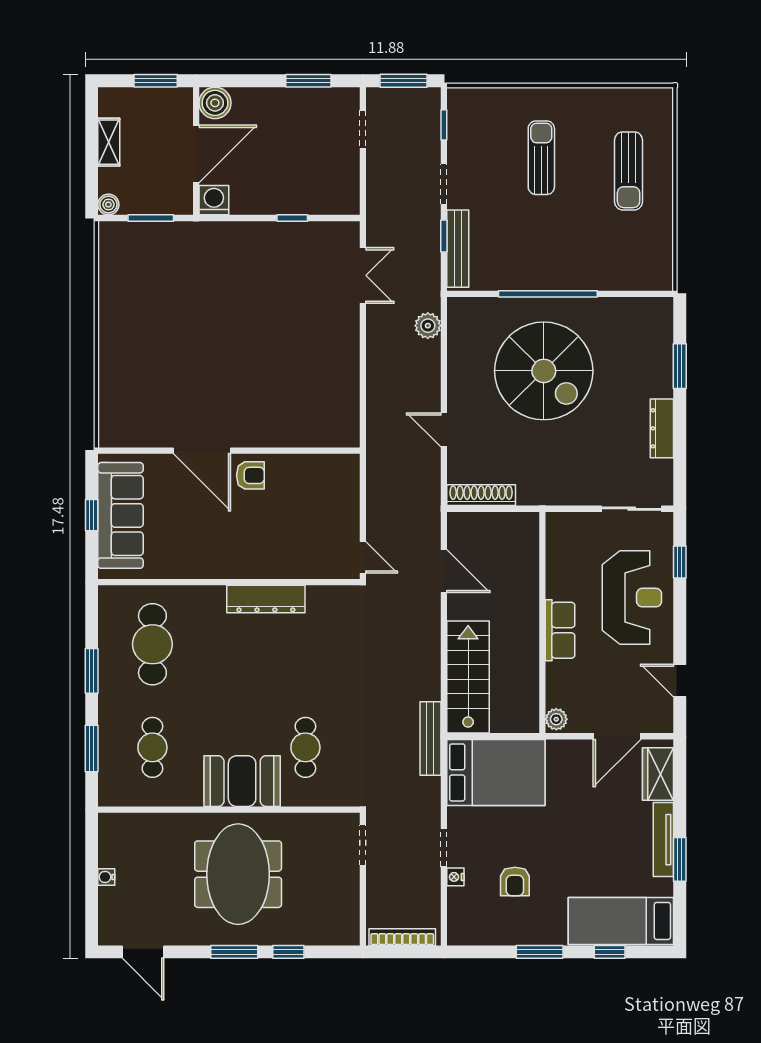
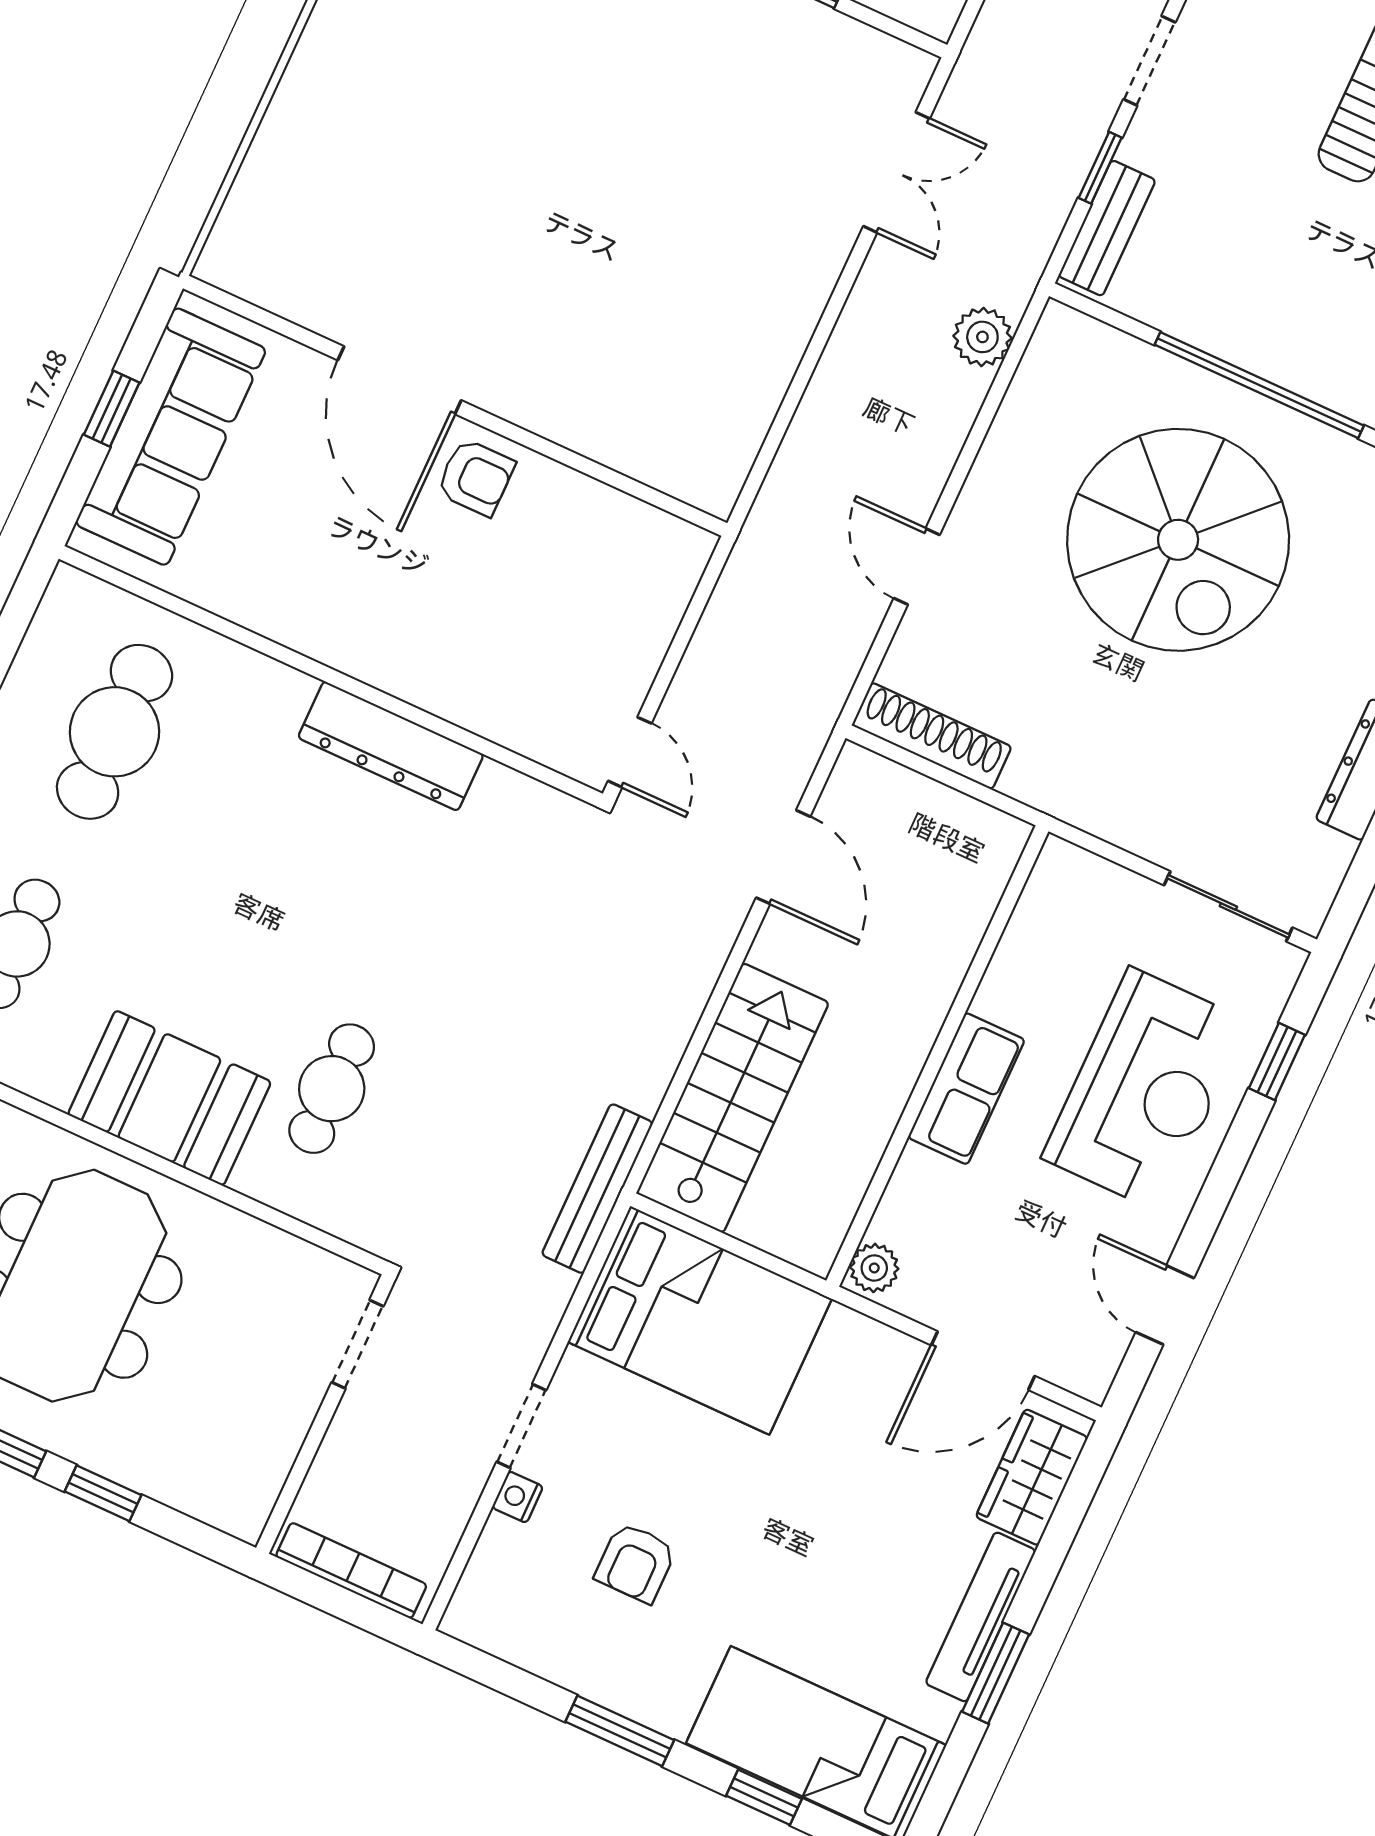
bench: (458, 249) -> (1107, 228), width x0.73

